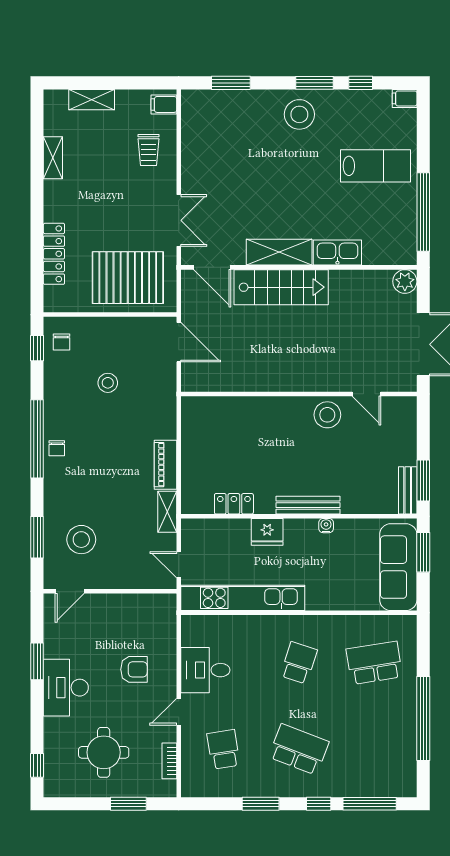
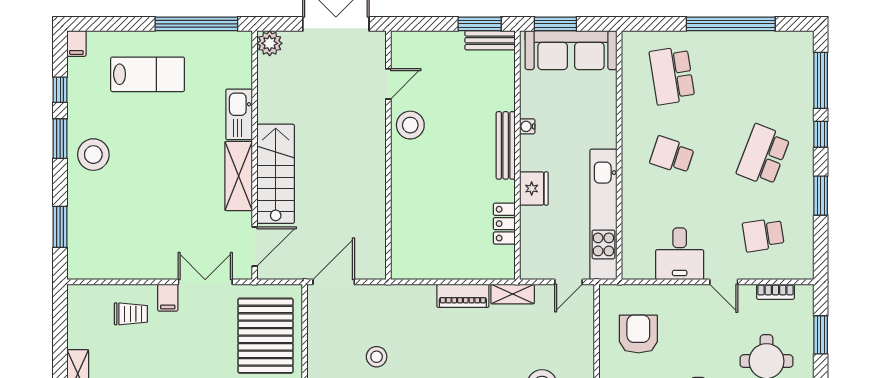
filing cabinet: (164, 104) -> (168, 298), moved
lab bench: (375, 166) -> (148, 74), turned 90
armchair: (134, 669) -> (638, 334), moved, width x1.38, depth x1.38

